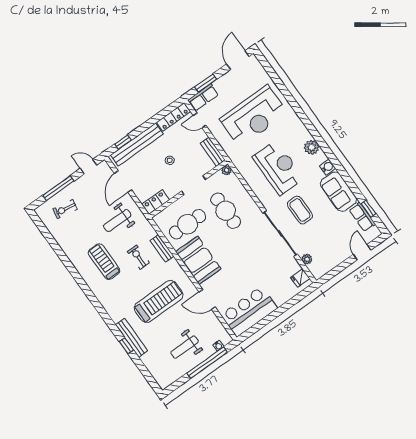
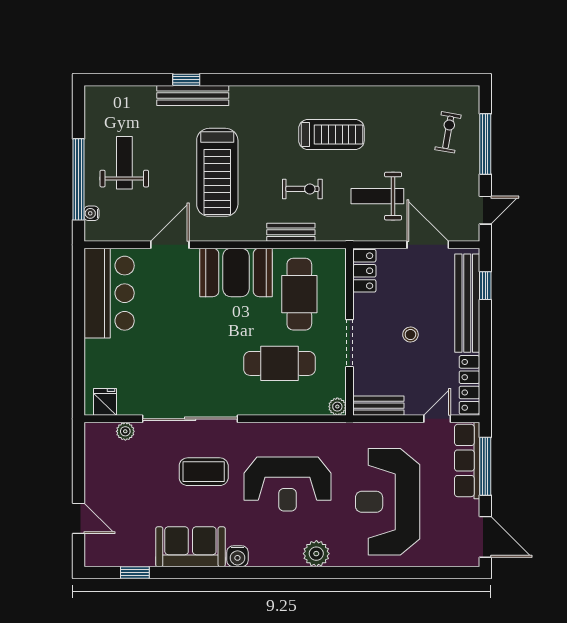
window: (206, 83) -> (485, 466), width x1.44
row of seats: (203, 97) -> (467, 460), width x1.48
plant: (312, 147) -> (316, 554), moved
row of seats: (362, 217) -> (129, 555), removed
weight bench: (117, 221) -> (377, 196), turned -90

